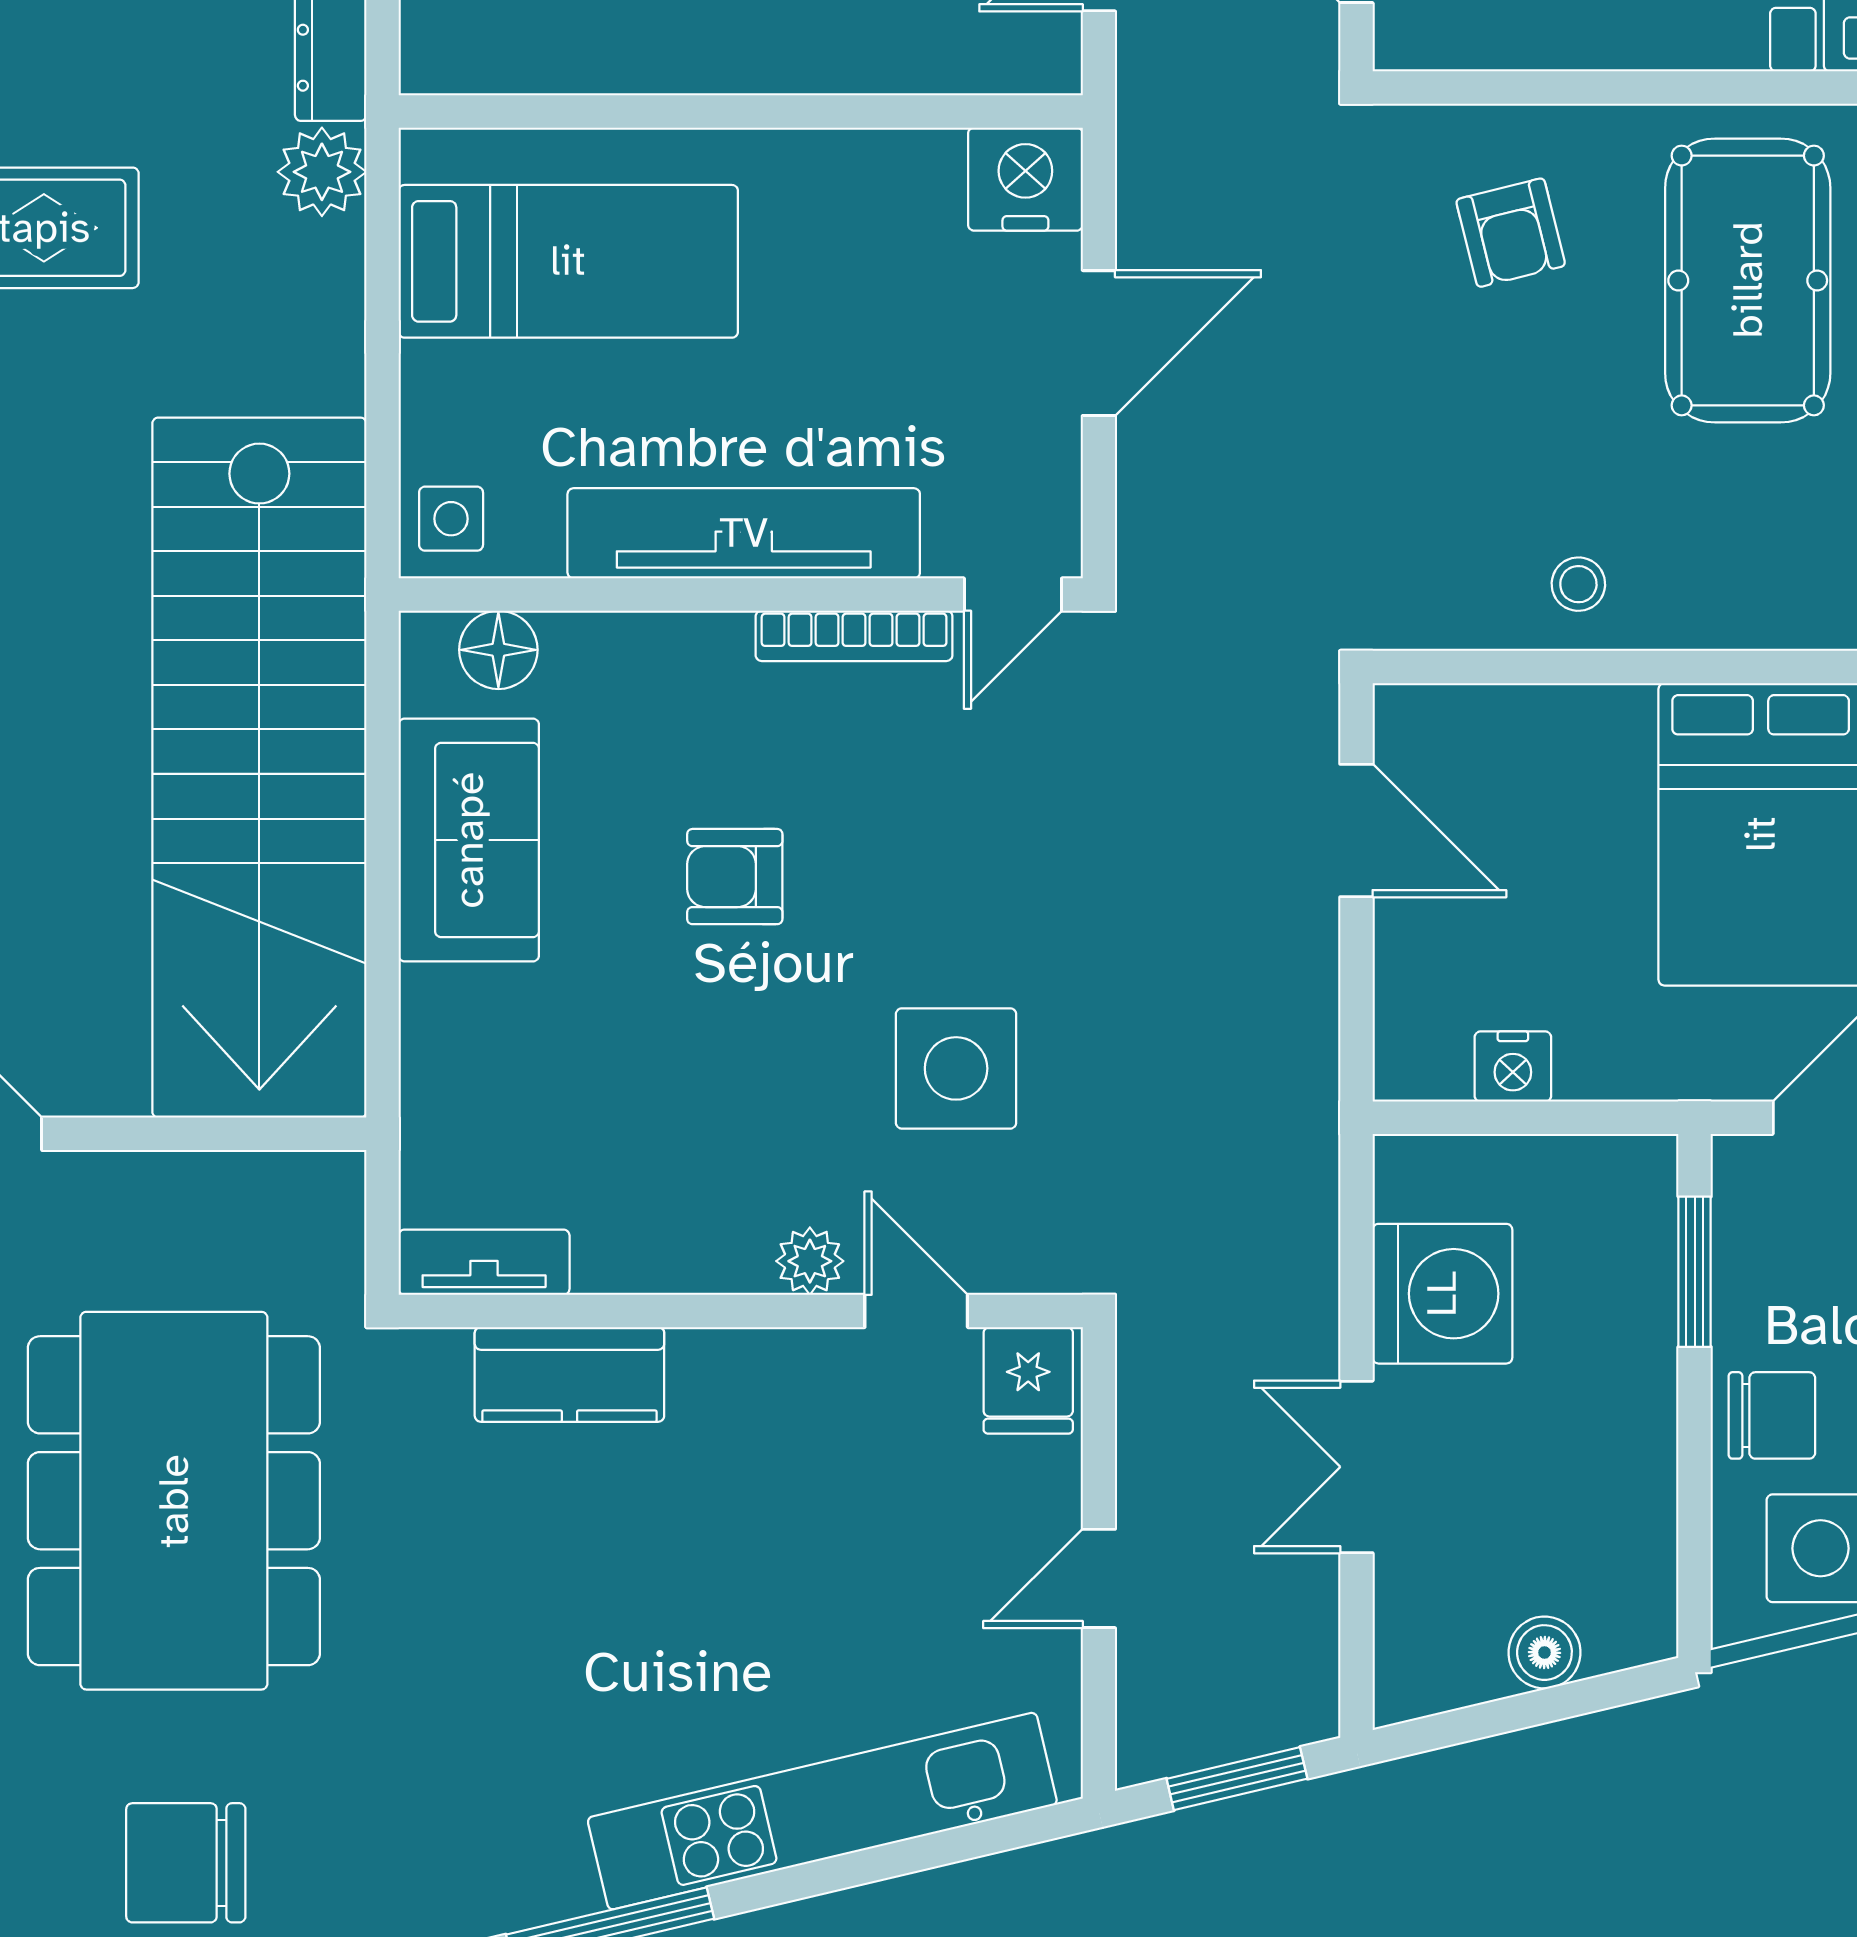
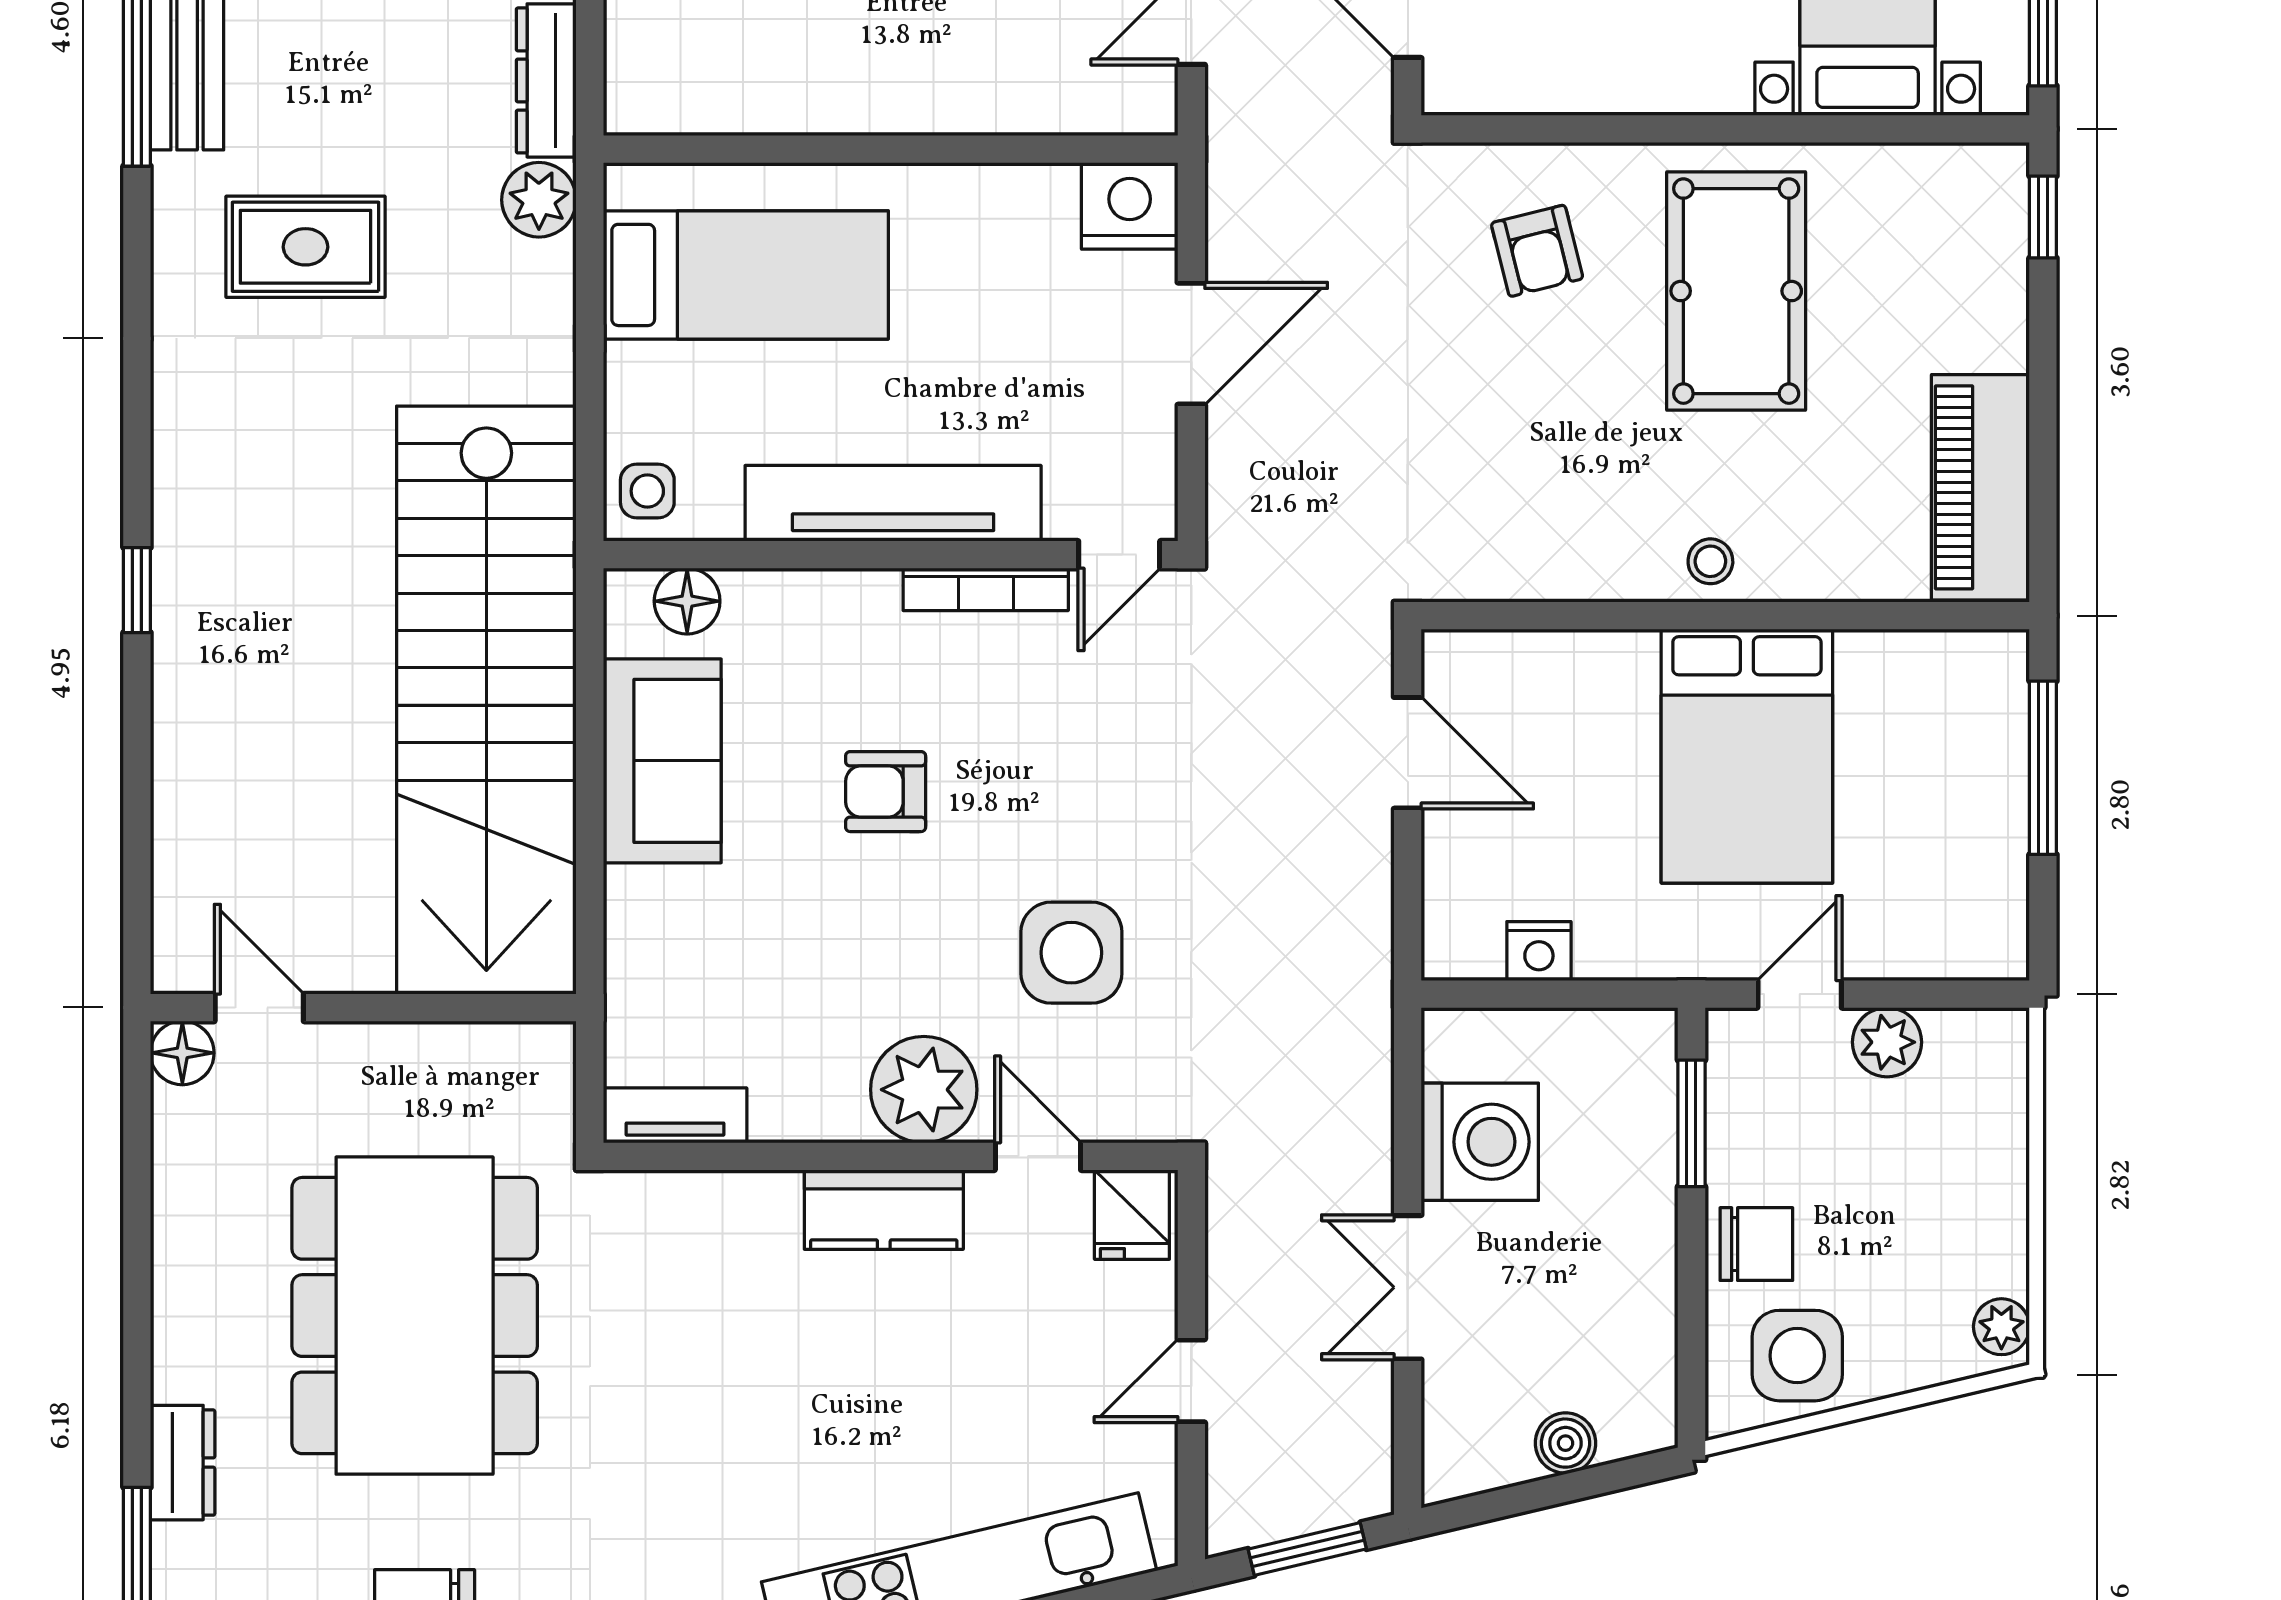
stool: (1578, 584) -> (1710, 561), moved
plant: (810, 1261) -> (924, 1090), width x1.88, depth x1.88
kitchen counter: (569, 1374) -> (884, 1210), moved

